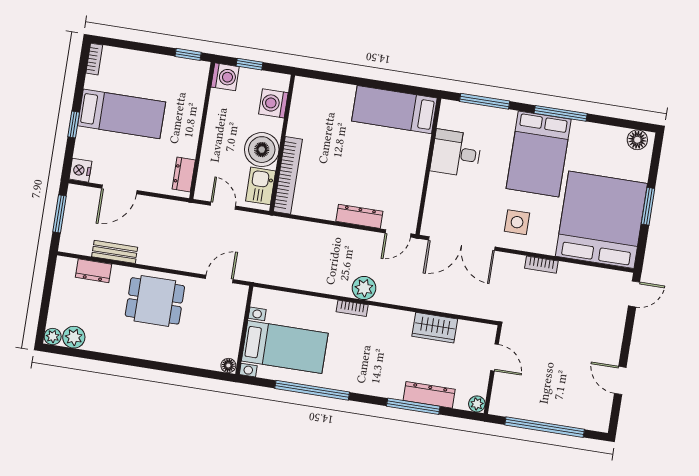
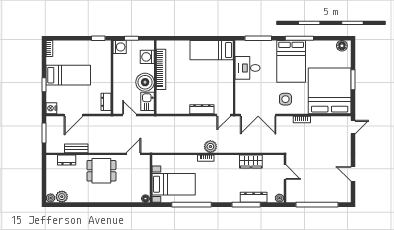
bookcase: (288, 175) -> (161, 69), moved

